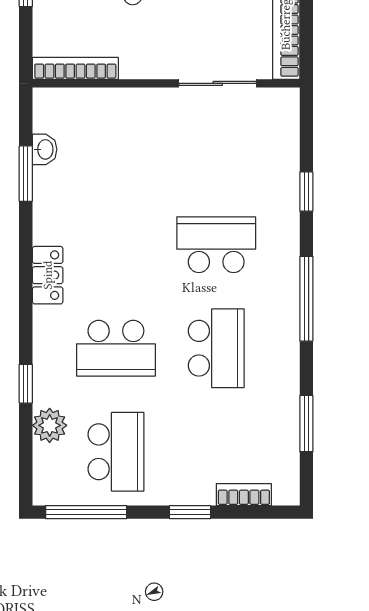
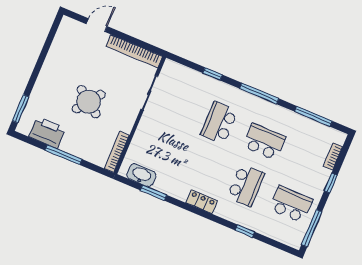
washbasin: (45, 149) -> (141, 175), width x1.91, depth x1.45
window: (306, 424) -> (313, 116), width x1.44
plant: (50, 425) -> (267, 228), removed

